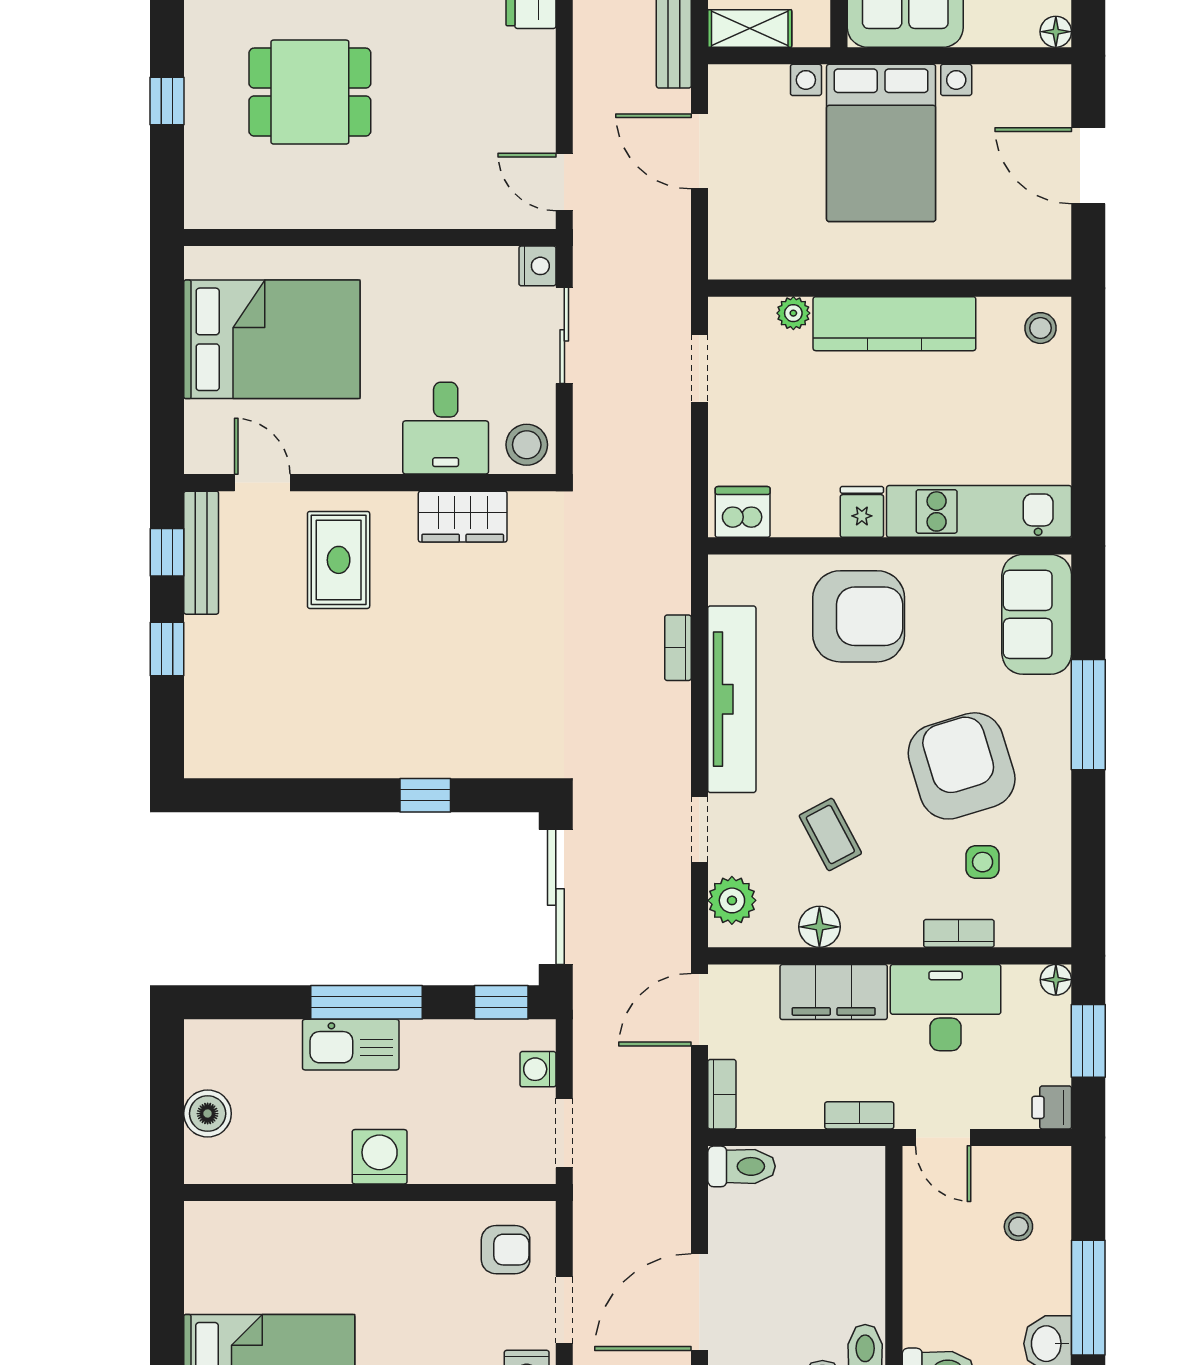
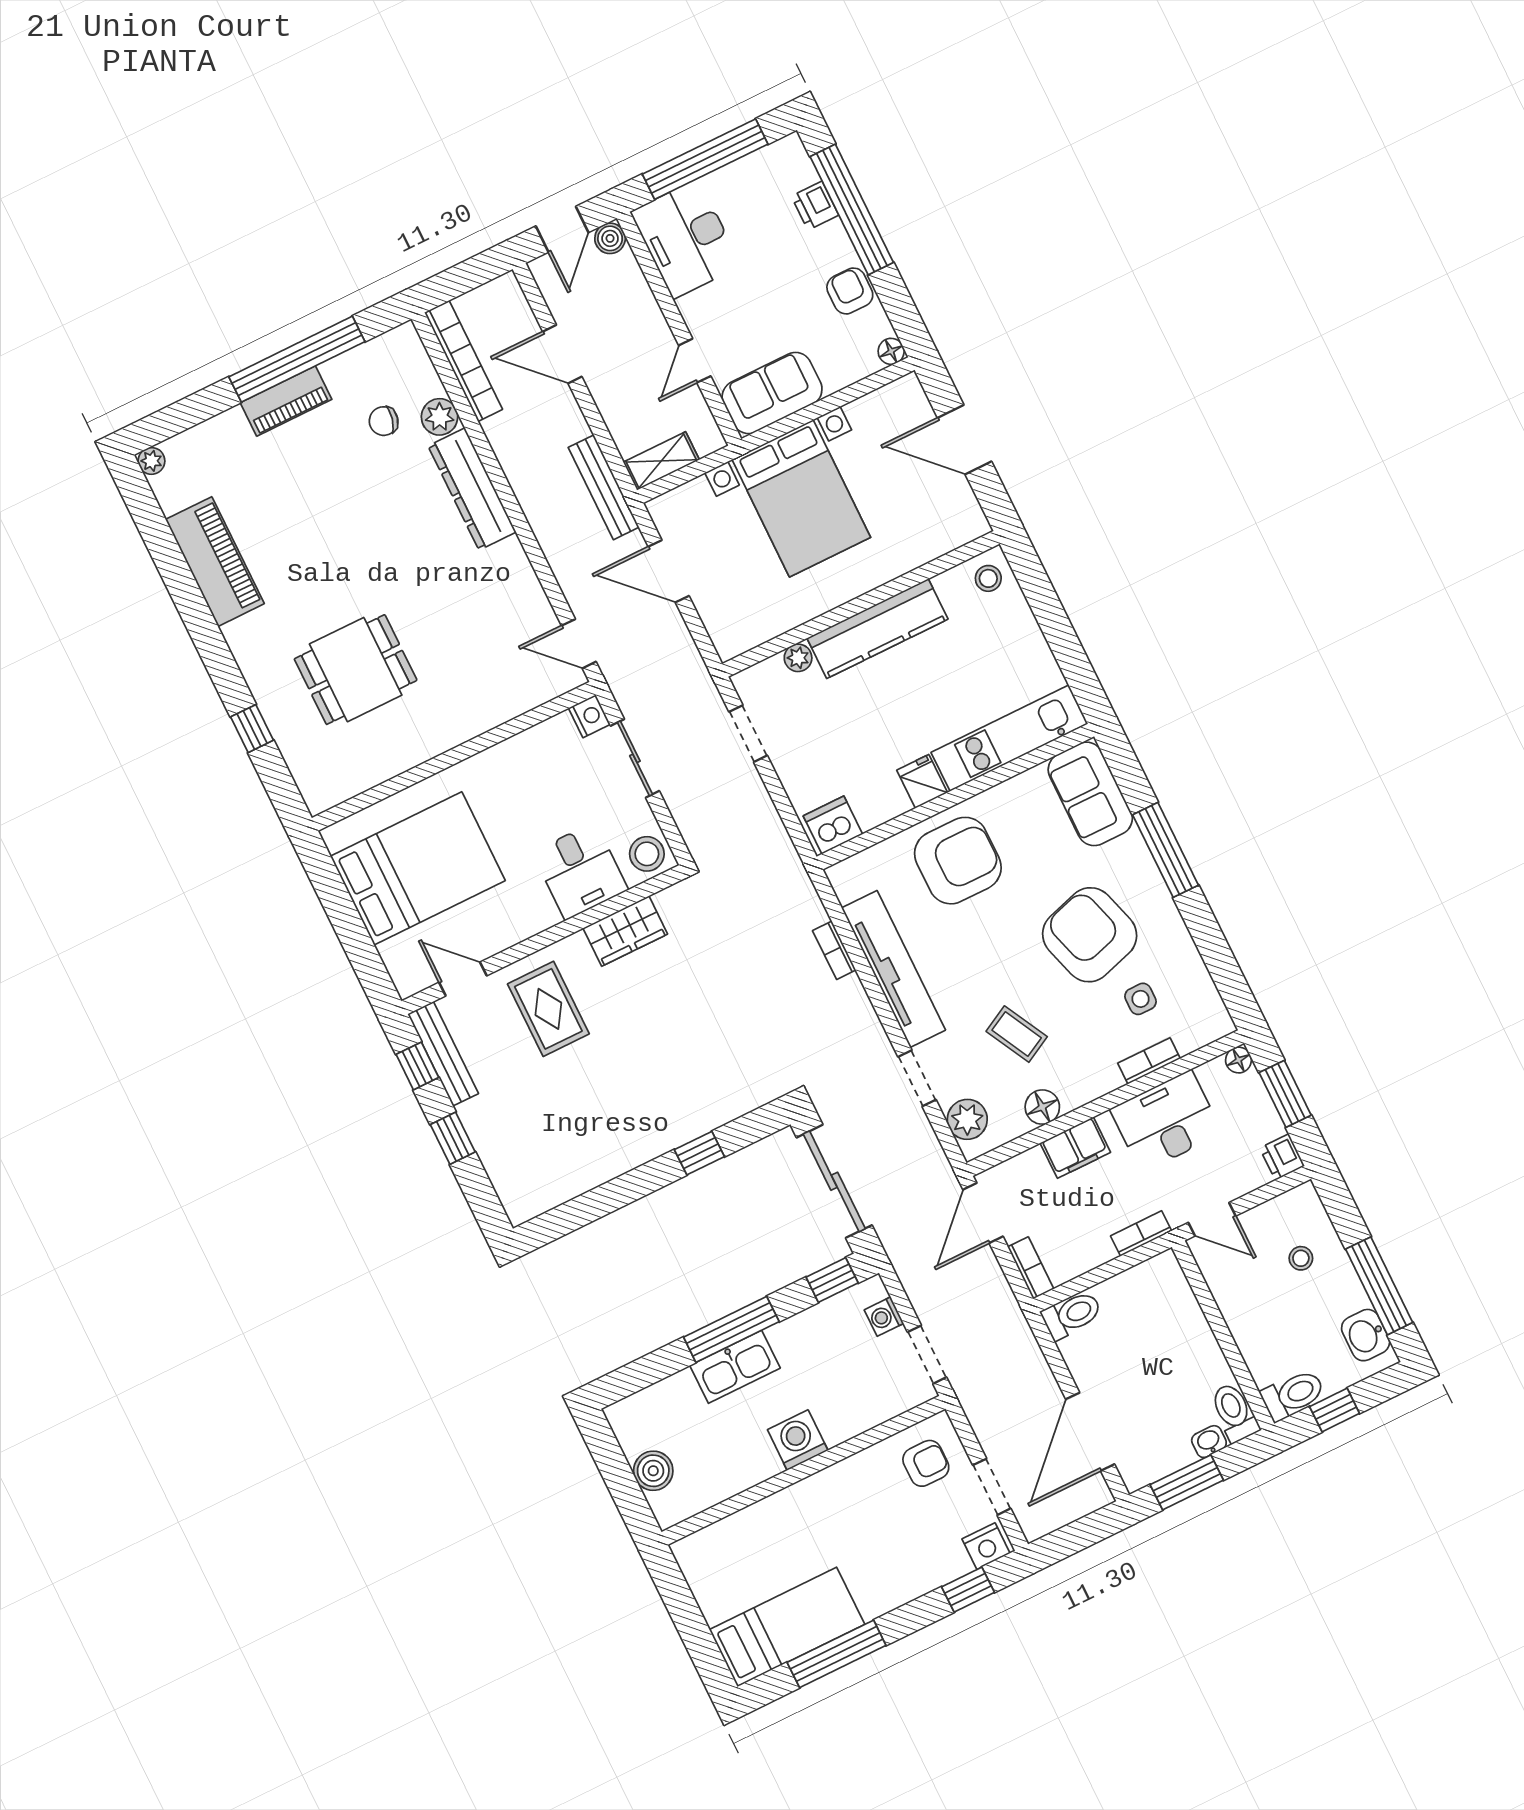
filing cabinet: (834, 992) -> (1075, 1148), width x0.67, depth x0.86

